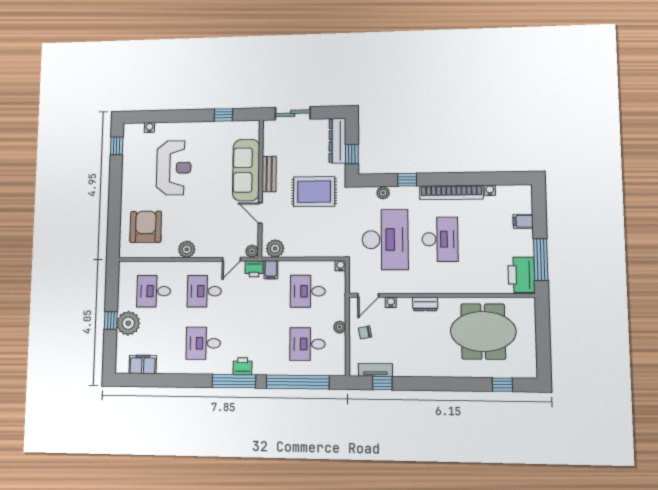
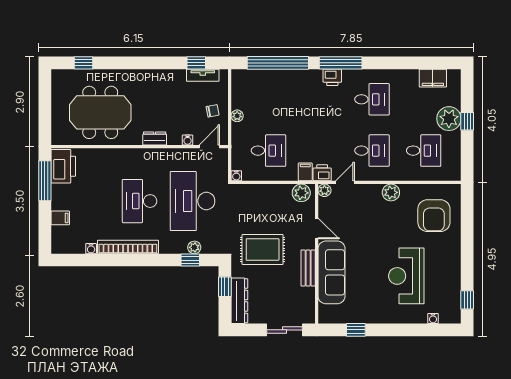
window: (407, 180) -> (190, 260), moved
desk: (307, 344) -> (268, 99), removed

